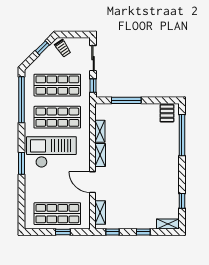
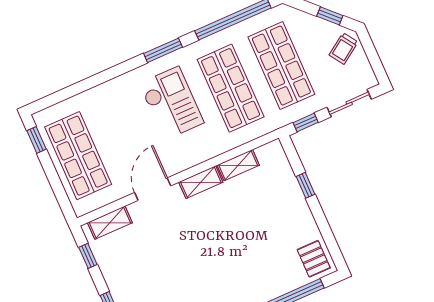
window: (126, 100) -> (306, 185), width x0.46
pallet: (167, 113) -> (314, 259), turned 90
checkout: (51, 152) -> (171, 103), width x0.73, depth x0.83
window: (22, 163) -> (163, 50), moved
window: (63, 232) -> (37, 140), moved

